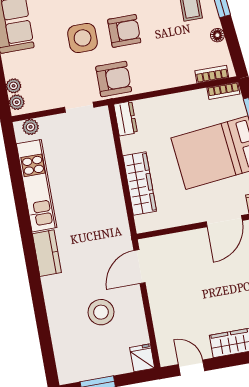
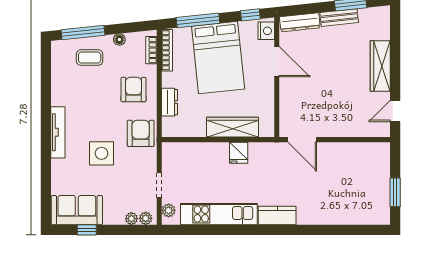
armchair: (124, 31) -> (134, 90), moved
bookcase: (223, 91) -> (167, 50), width x1.56
doorway: (79, 107) -> (159, 185), moved
dresser: (125, 118) -> (170, 102), moved, turned 90
stool: (101, 312) -> (335, 179), removed
fridge: (142, 358) -> (239, 153), moved, turned -90

